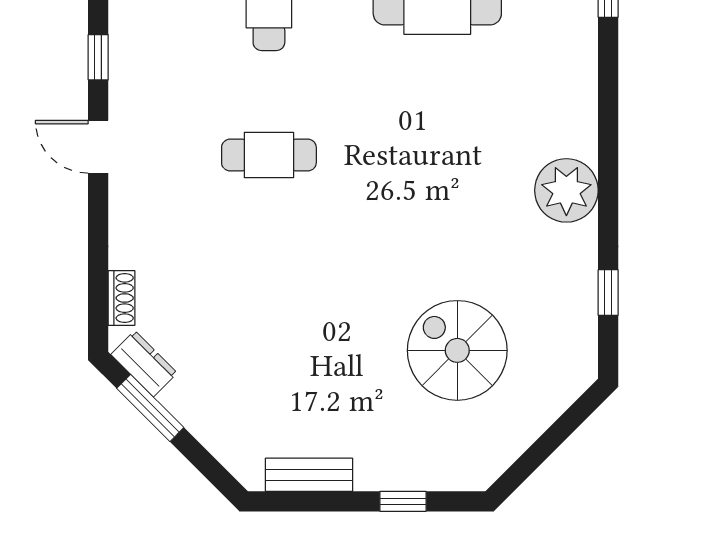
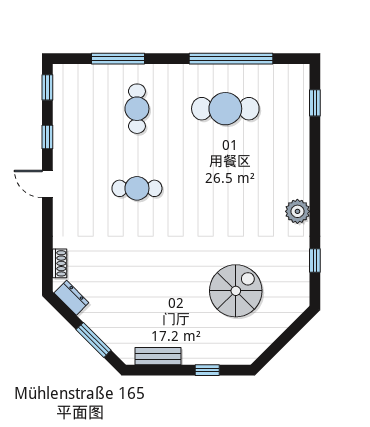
plant: (566, 190) -> (297, 211), width x0.73, depth x0.73
spiral stairs: (457, 350) -> (236, 291), turned 90
window: (150, 408) -> (94, 340), moved

